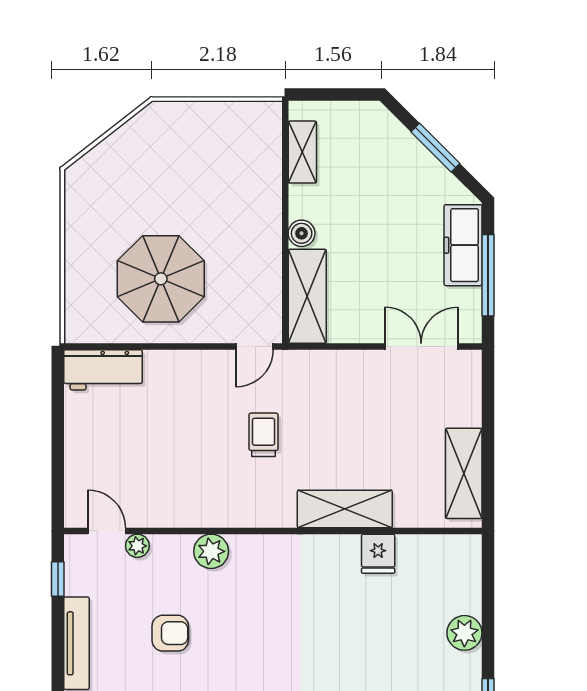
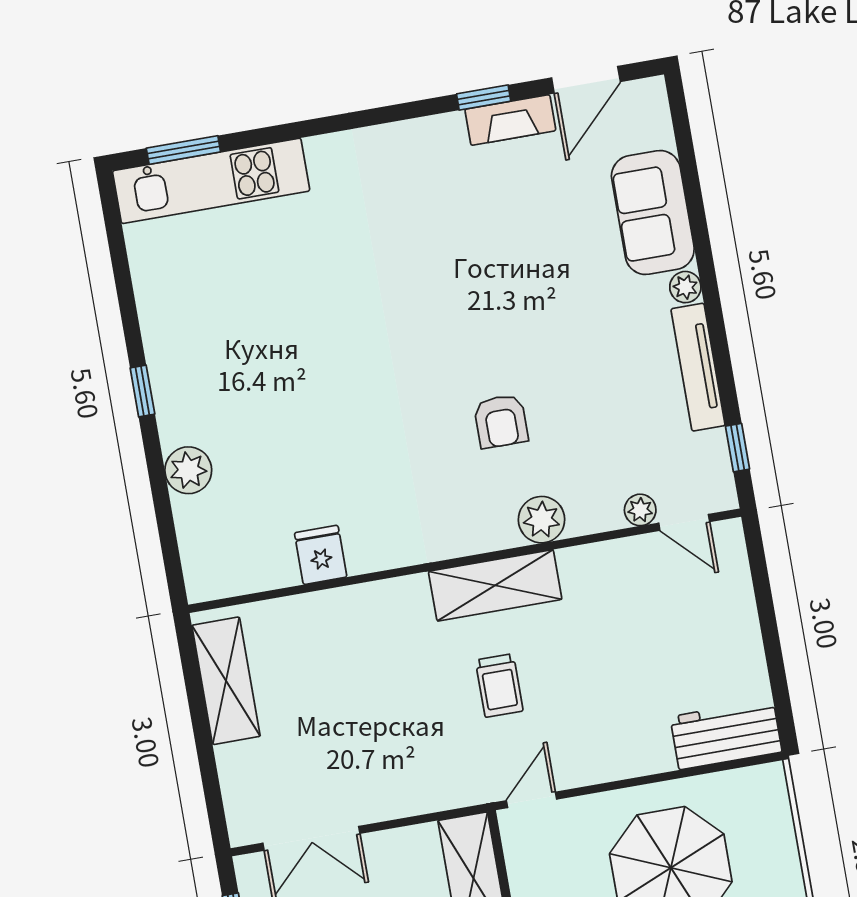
shelving: (345, 509) -> (495, 585), moved
armchair: (170, 633) -> (501, 421), moved, turned -90

